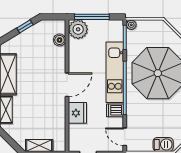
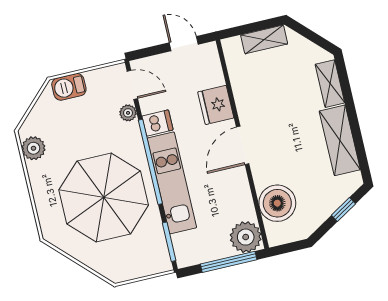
plant: (131, 25) -> (128, 113), moved
window: (25, 26) -> (343, 210), moved
boiler: (60, 40) -> (277, 203), width x1.86, depth x1.86

